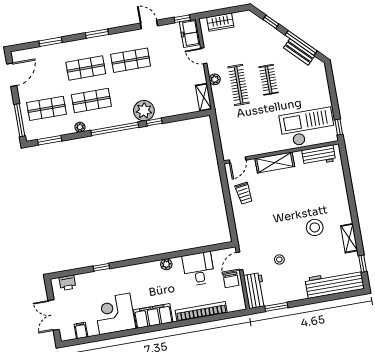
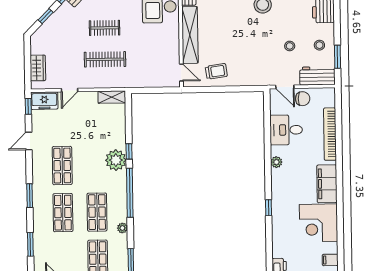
plant: (215, 79) -> (95, 83), removed
shelving: (275, 162) -> (190, 35), width x1.47
window: (101, 267) -> (269, 208), moved
stool: (285, 288) -> (319, 45), added

